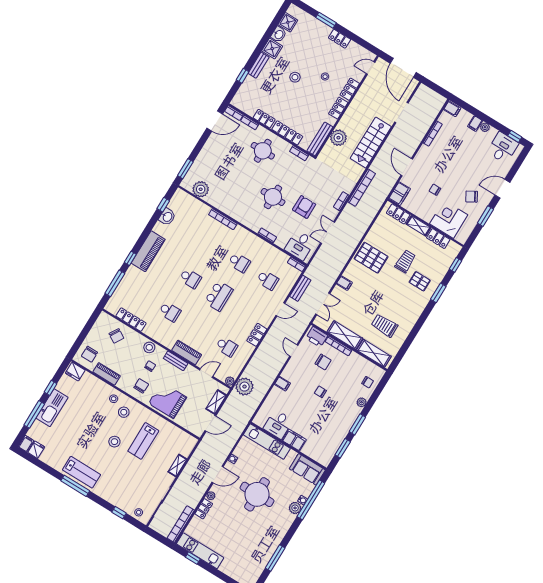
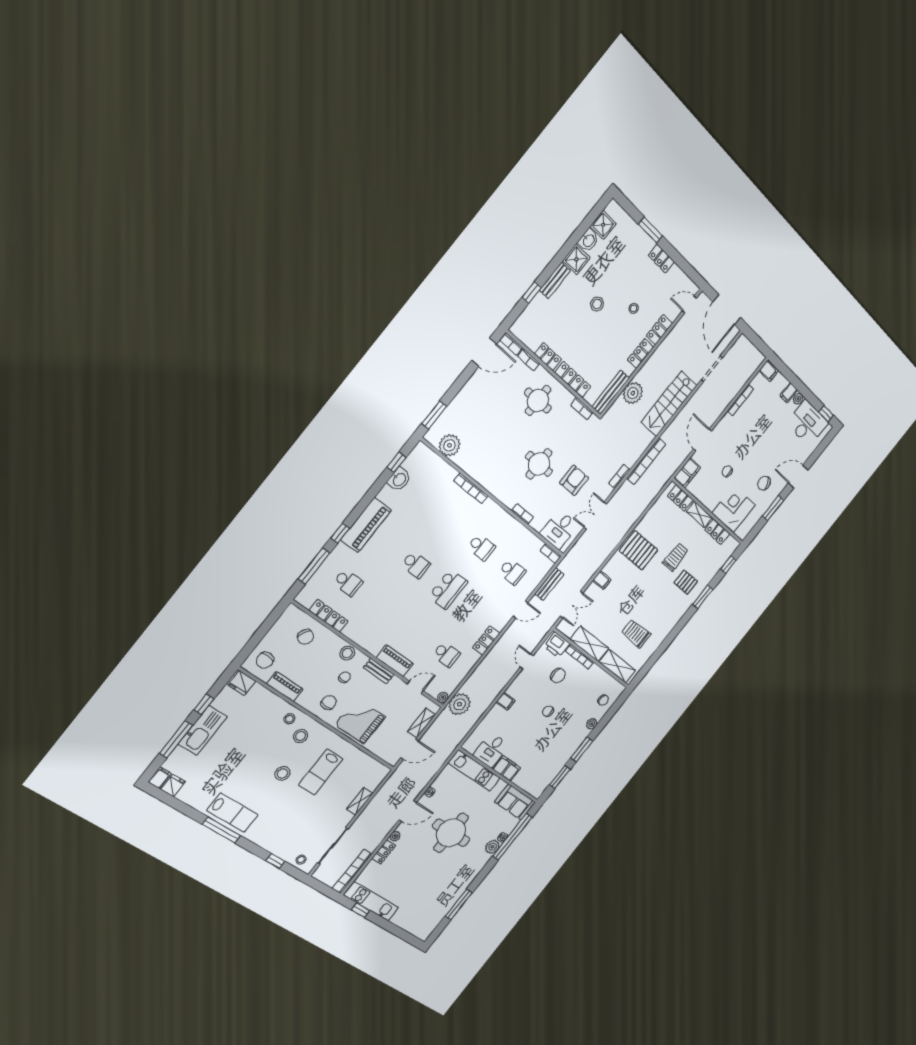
desk: (503, 148) -> (807, 423), width x1.37
school desk: (170, 312) -> (348, 583), moved

